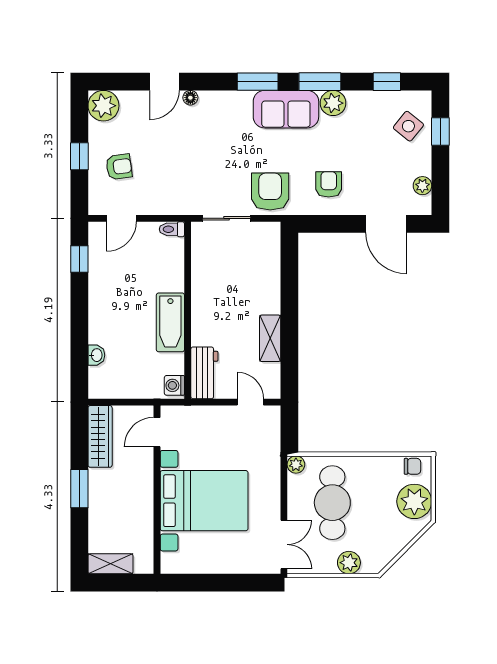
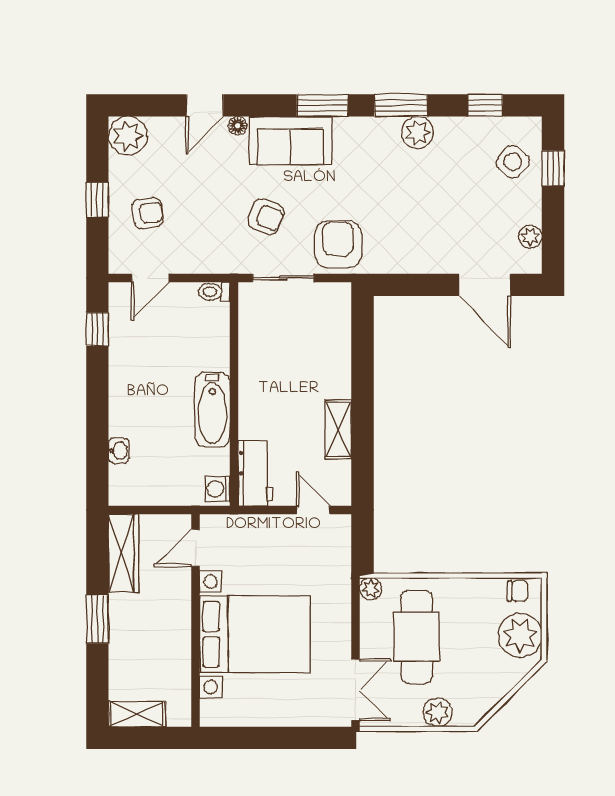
sofa: (286, 109) -> (290, 140), moved
armchair: (329, 184) -> (266, 216), moved, turned 113

